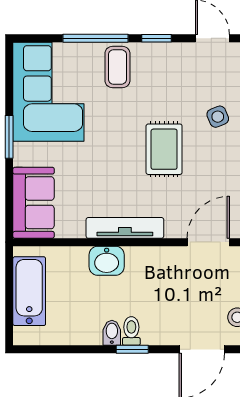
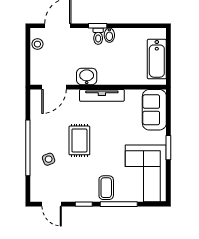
washbasin: (107, 261) -> (87, 76), moved

